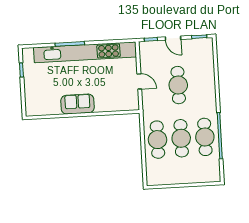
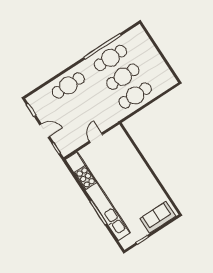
door: (173, 38) -> (45, 131), hinge flipped
cafe table: (178, 85) -> (68, 85), moved
sofa: (77, 104) -> (158, 217), moved, turned 90

